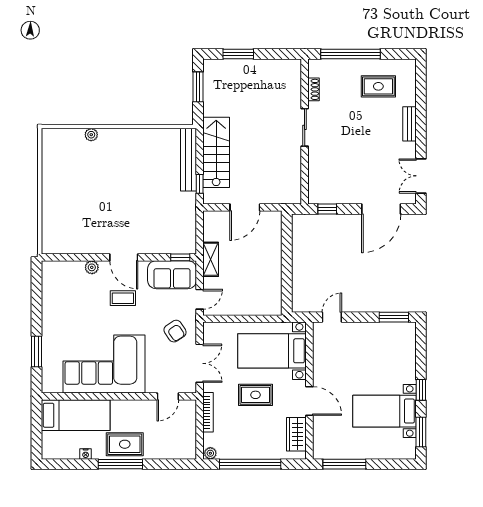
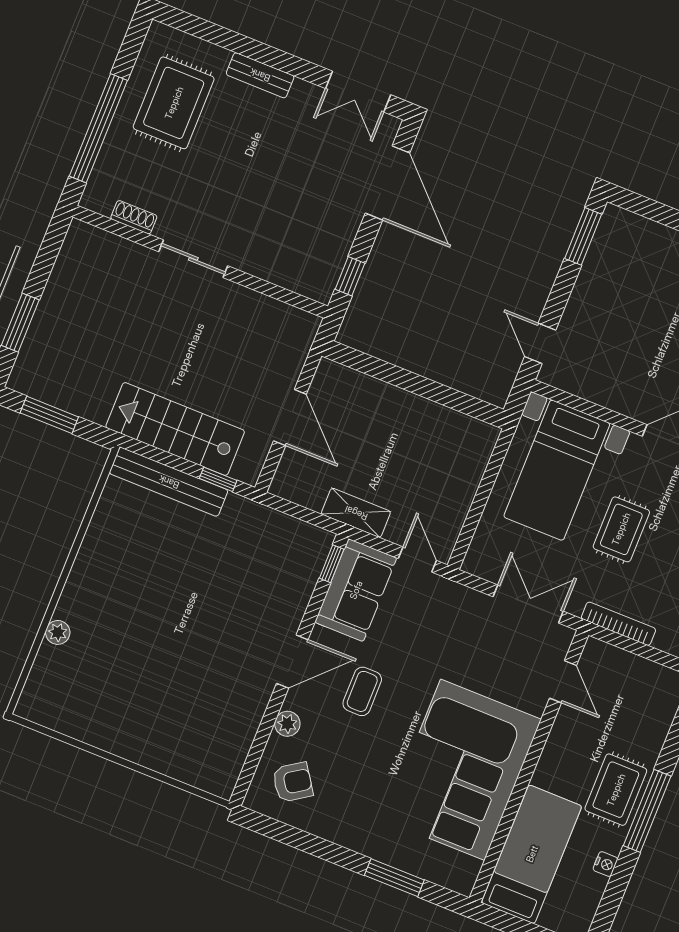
rug: (378, 86) -> (174, 103), width x1.36, depth x1.43
armchair: (175, 331) -> (293, 782), moved

